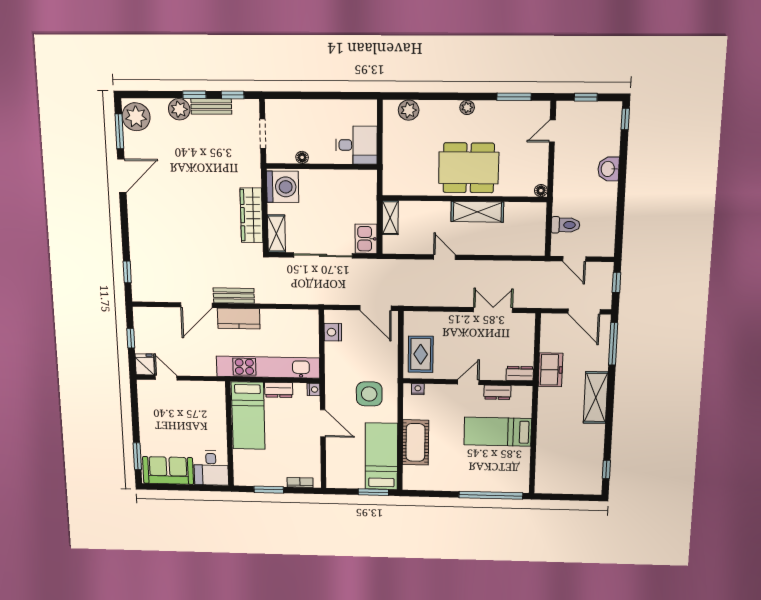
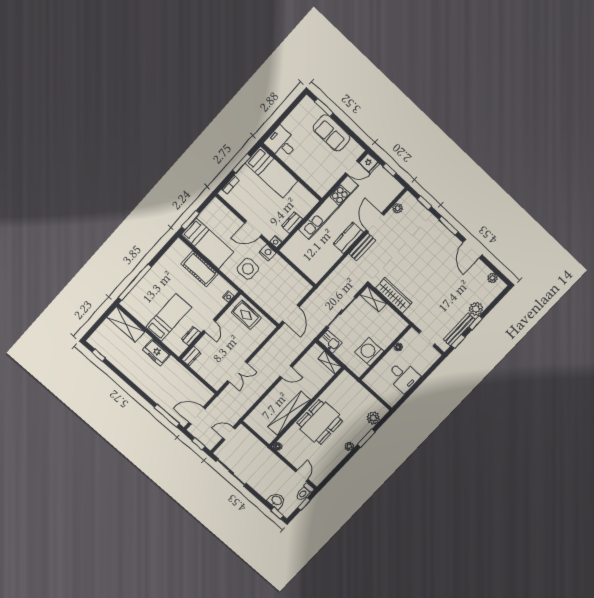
window: (514, 97) -> (366, 438), moved
bench: (211, 106) -> (459, 329), width x1.36
plant: (136, 117) -> (492, 278), width x0.53, depth x0.53
window: (119, 131) -> (448, 226), moved
desk: (356, 145) -> (403, 377), moved, turned -90
washbasin: (608, 169) -> (276, 501), moved
washing machine: (283, 187) -> (369, 352), moved, turned 90
shelving: (477, 212) -> (289, 413), width x1.47
sliding door: (620, 217) -> (231, 472), added
toilet: (566, 225) -> (304, 492), moved
plant: (160, 295) -> (398, 208), added
door: (376, 308) -> (291, 314), swing flipped
nightstand: (333, 332) -> (267, 253), moved
kitchen unit: (268, 367) -> (328, 208), moved
freezer: (550, 370) -> (156, 352), moved
shelving: (596, 398) -> (126, 324), moved
bed: (248, 416) -> (272, 172), moved, turned 180
sofa: (168, 470) -> (331, 133), moved, turned 90

